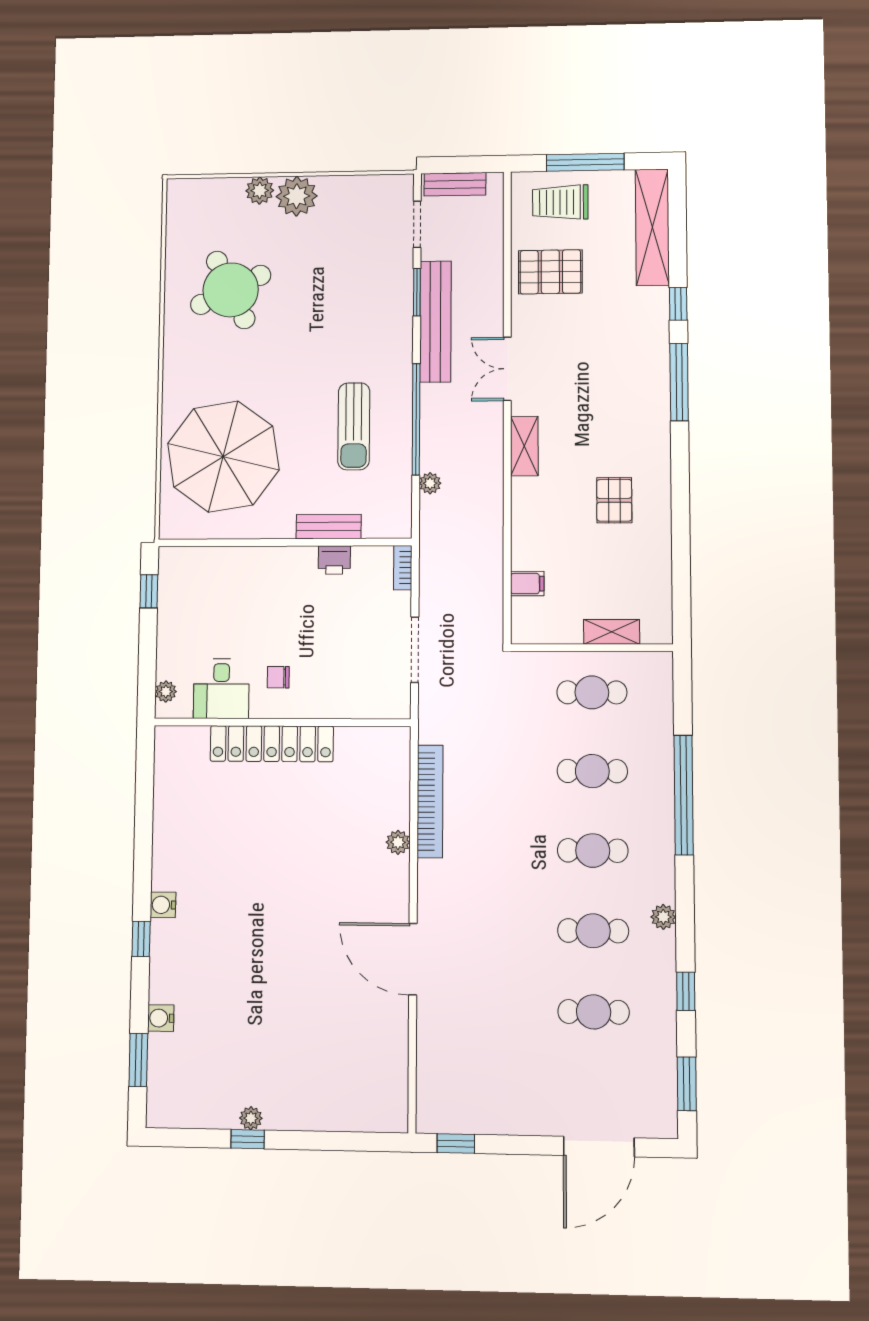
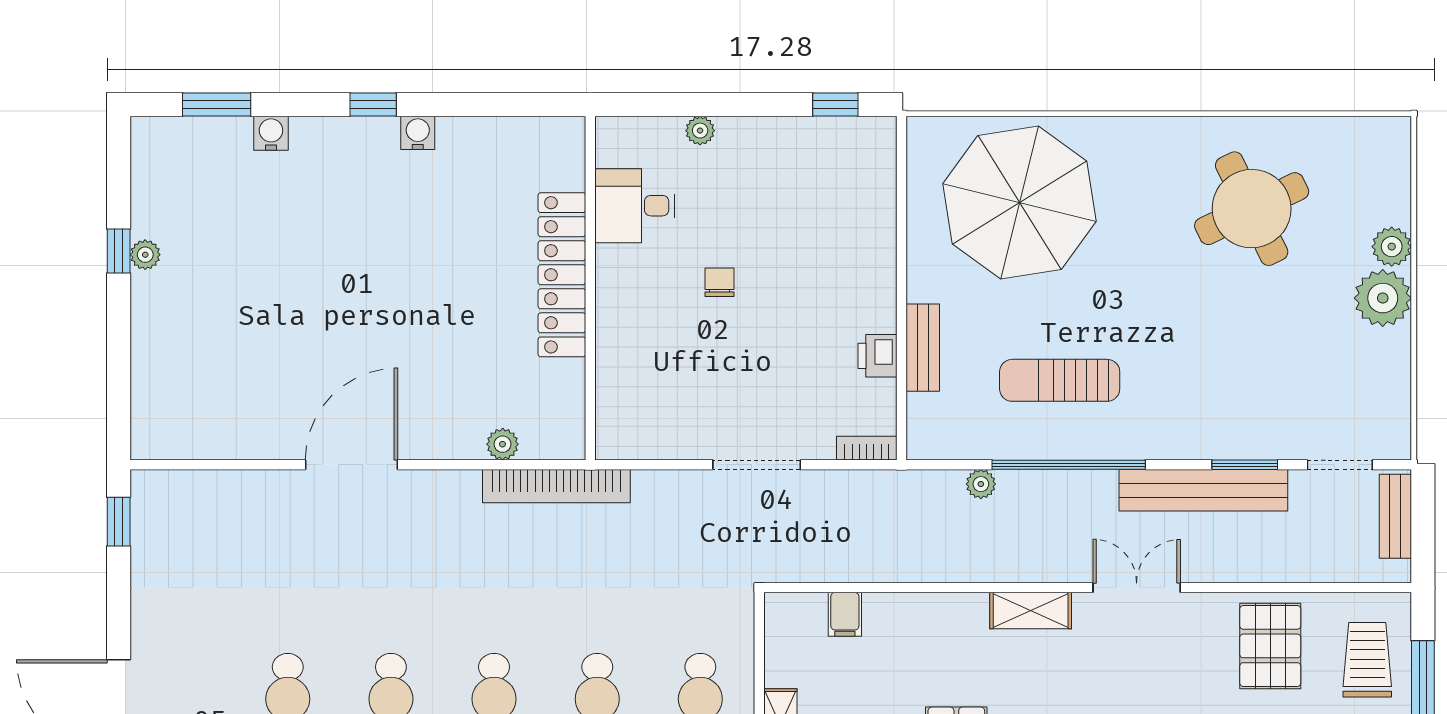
desk: (221, 689) -> (635, 206), moved
wall: (282, 722) -> (590, 288), moved
locker: (272, 744) -> (562, 275), moved

